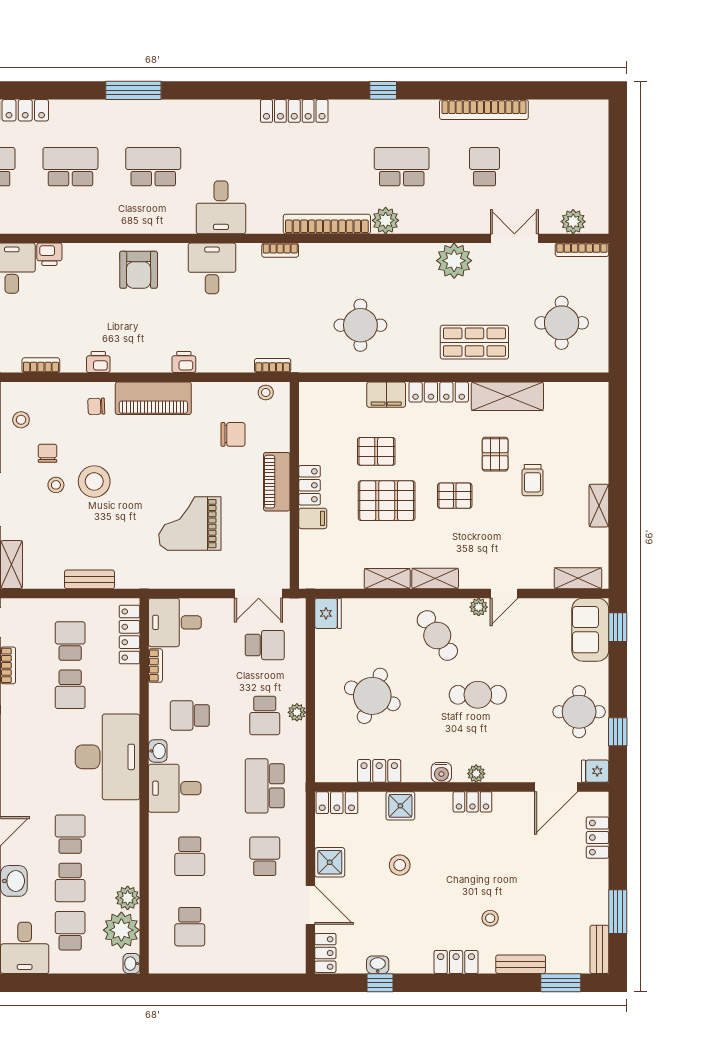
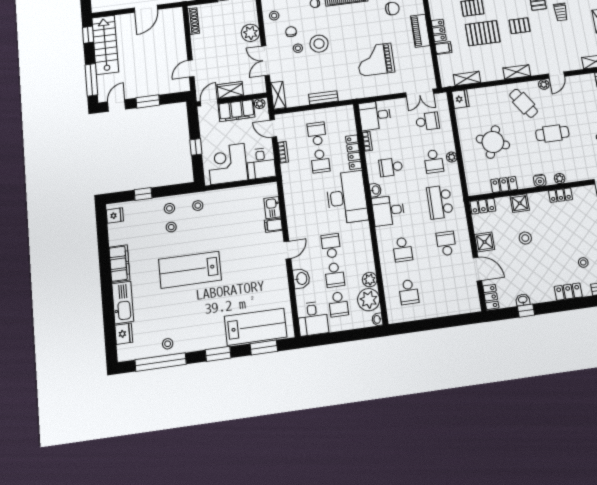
shelving: (387, 579) -> (467, 79), moved
locker: (129, 634) -> (354, 152), moved
school desk: (70, 931) -> (338, 304), turned 180

